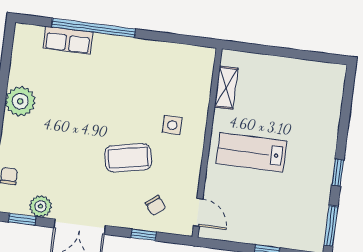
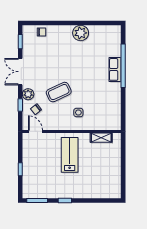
row of seats: (68, 40) -> (115, 69), moved
coffee table: (128, 158) -> (59, 92), turned 76
plant: (41, 206) -> (28, 94), moved
door: (198, 212) -> (35, 131), swing flipped

